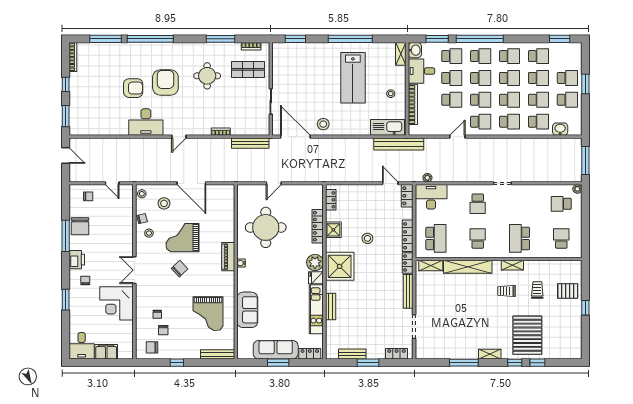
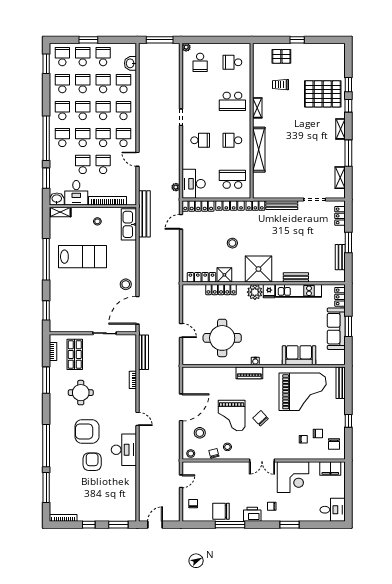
school desk: (452, 56) -> (62, 57), moved
locker: (407, 196) -> (198, 206), width x1.53
locker: (331, 200) -> (201, 277), width x1.53
chair: (80, 226) -> (221, 511), turned 180
shelving: (431, 266) -> (340, 178), moved
trolley: (507, 291) -> (281, 113), removed
pallet: (568, 291) -> (281, 56), turned 90
grand piano: (208, 314) -> (303, 392), width x1.37, depth x1.48
filing cabinet: (106, 352) -> (330, 468), moved, turned -90

